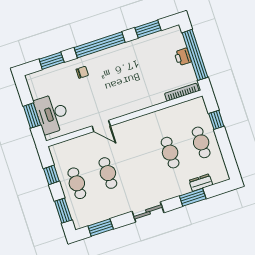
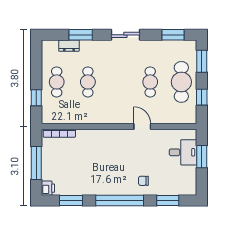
window: (195, 55) -> (36, 163), width x0.68
printer: (183, 57) -> (48, 188), moved
desk: (52, 114) -> (183, 152), width x0.73
cafe table: (77, 183) -> (181, 82), width x1.37, depth x1.35

